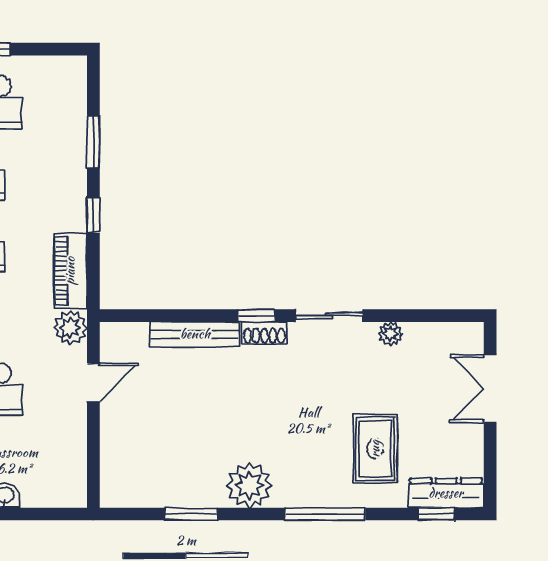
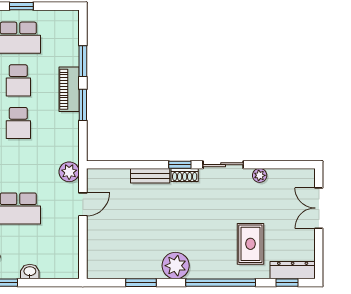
window: (93, 215) -> (83, 105), width x1.50
piano: (70, 271) -> (69, 89), moved
bench: (195, 334) -> (150, 176), width x0.73
window: (325, 514) -> (221, 283), width x1.46

